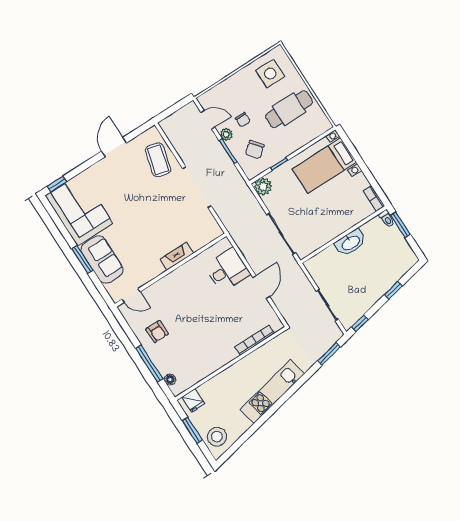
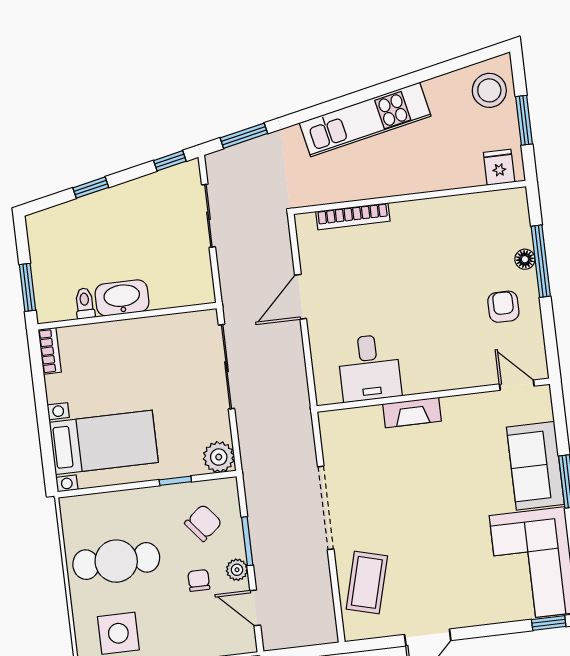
toilet: (387, 219) -> (85, 303), moved
desk: (227, 270) -> (369, 368), moved, turned -90
floor lamp: (170, 380) -> (525, 259), moved

